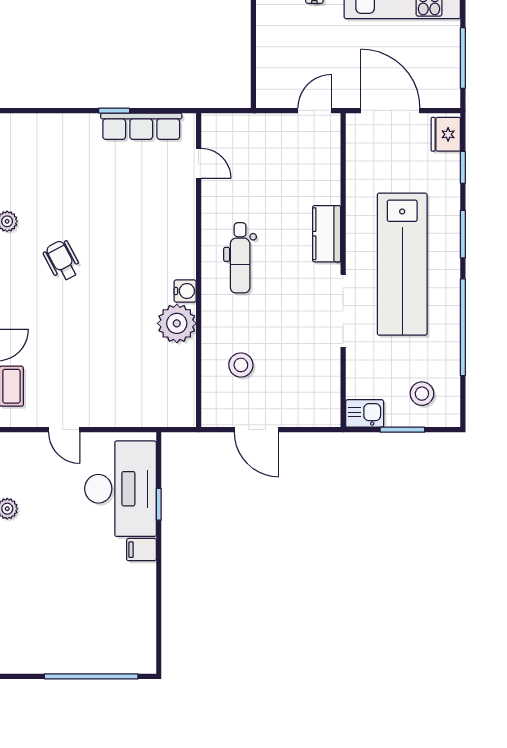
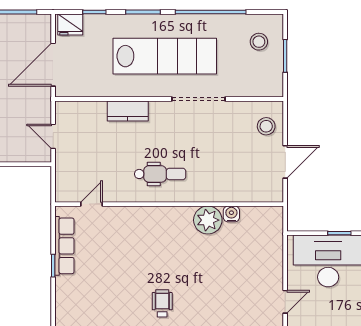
door: (315, 111) -> (53, 136), moved
kitchen counter: (327, 234) -> (128, 111), moved
wheelchair: (62, 261) -> (162, 303), turned 118
water cooler: (185, 291) -> (231, 214), moved
stool: (241, 365) -> (266, 126), moved
kitchen sink: (365, 413) -> (273, 83), removed

